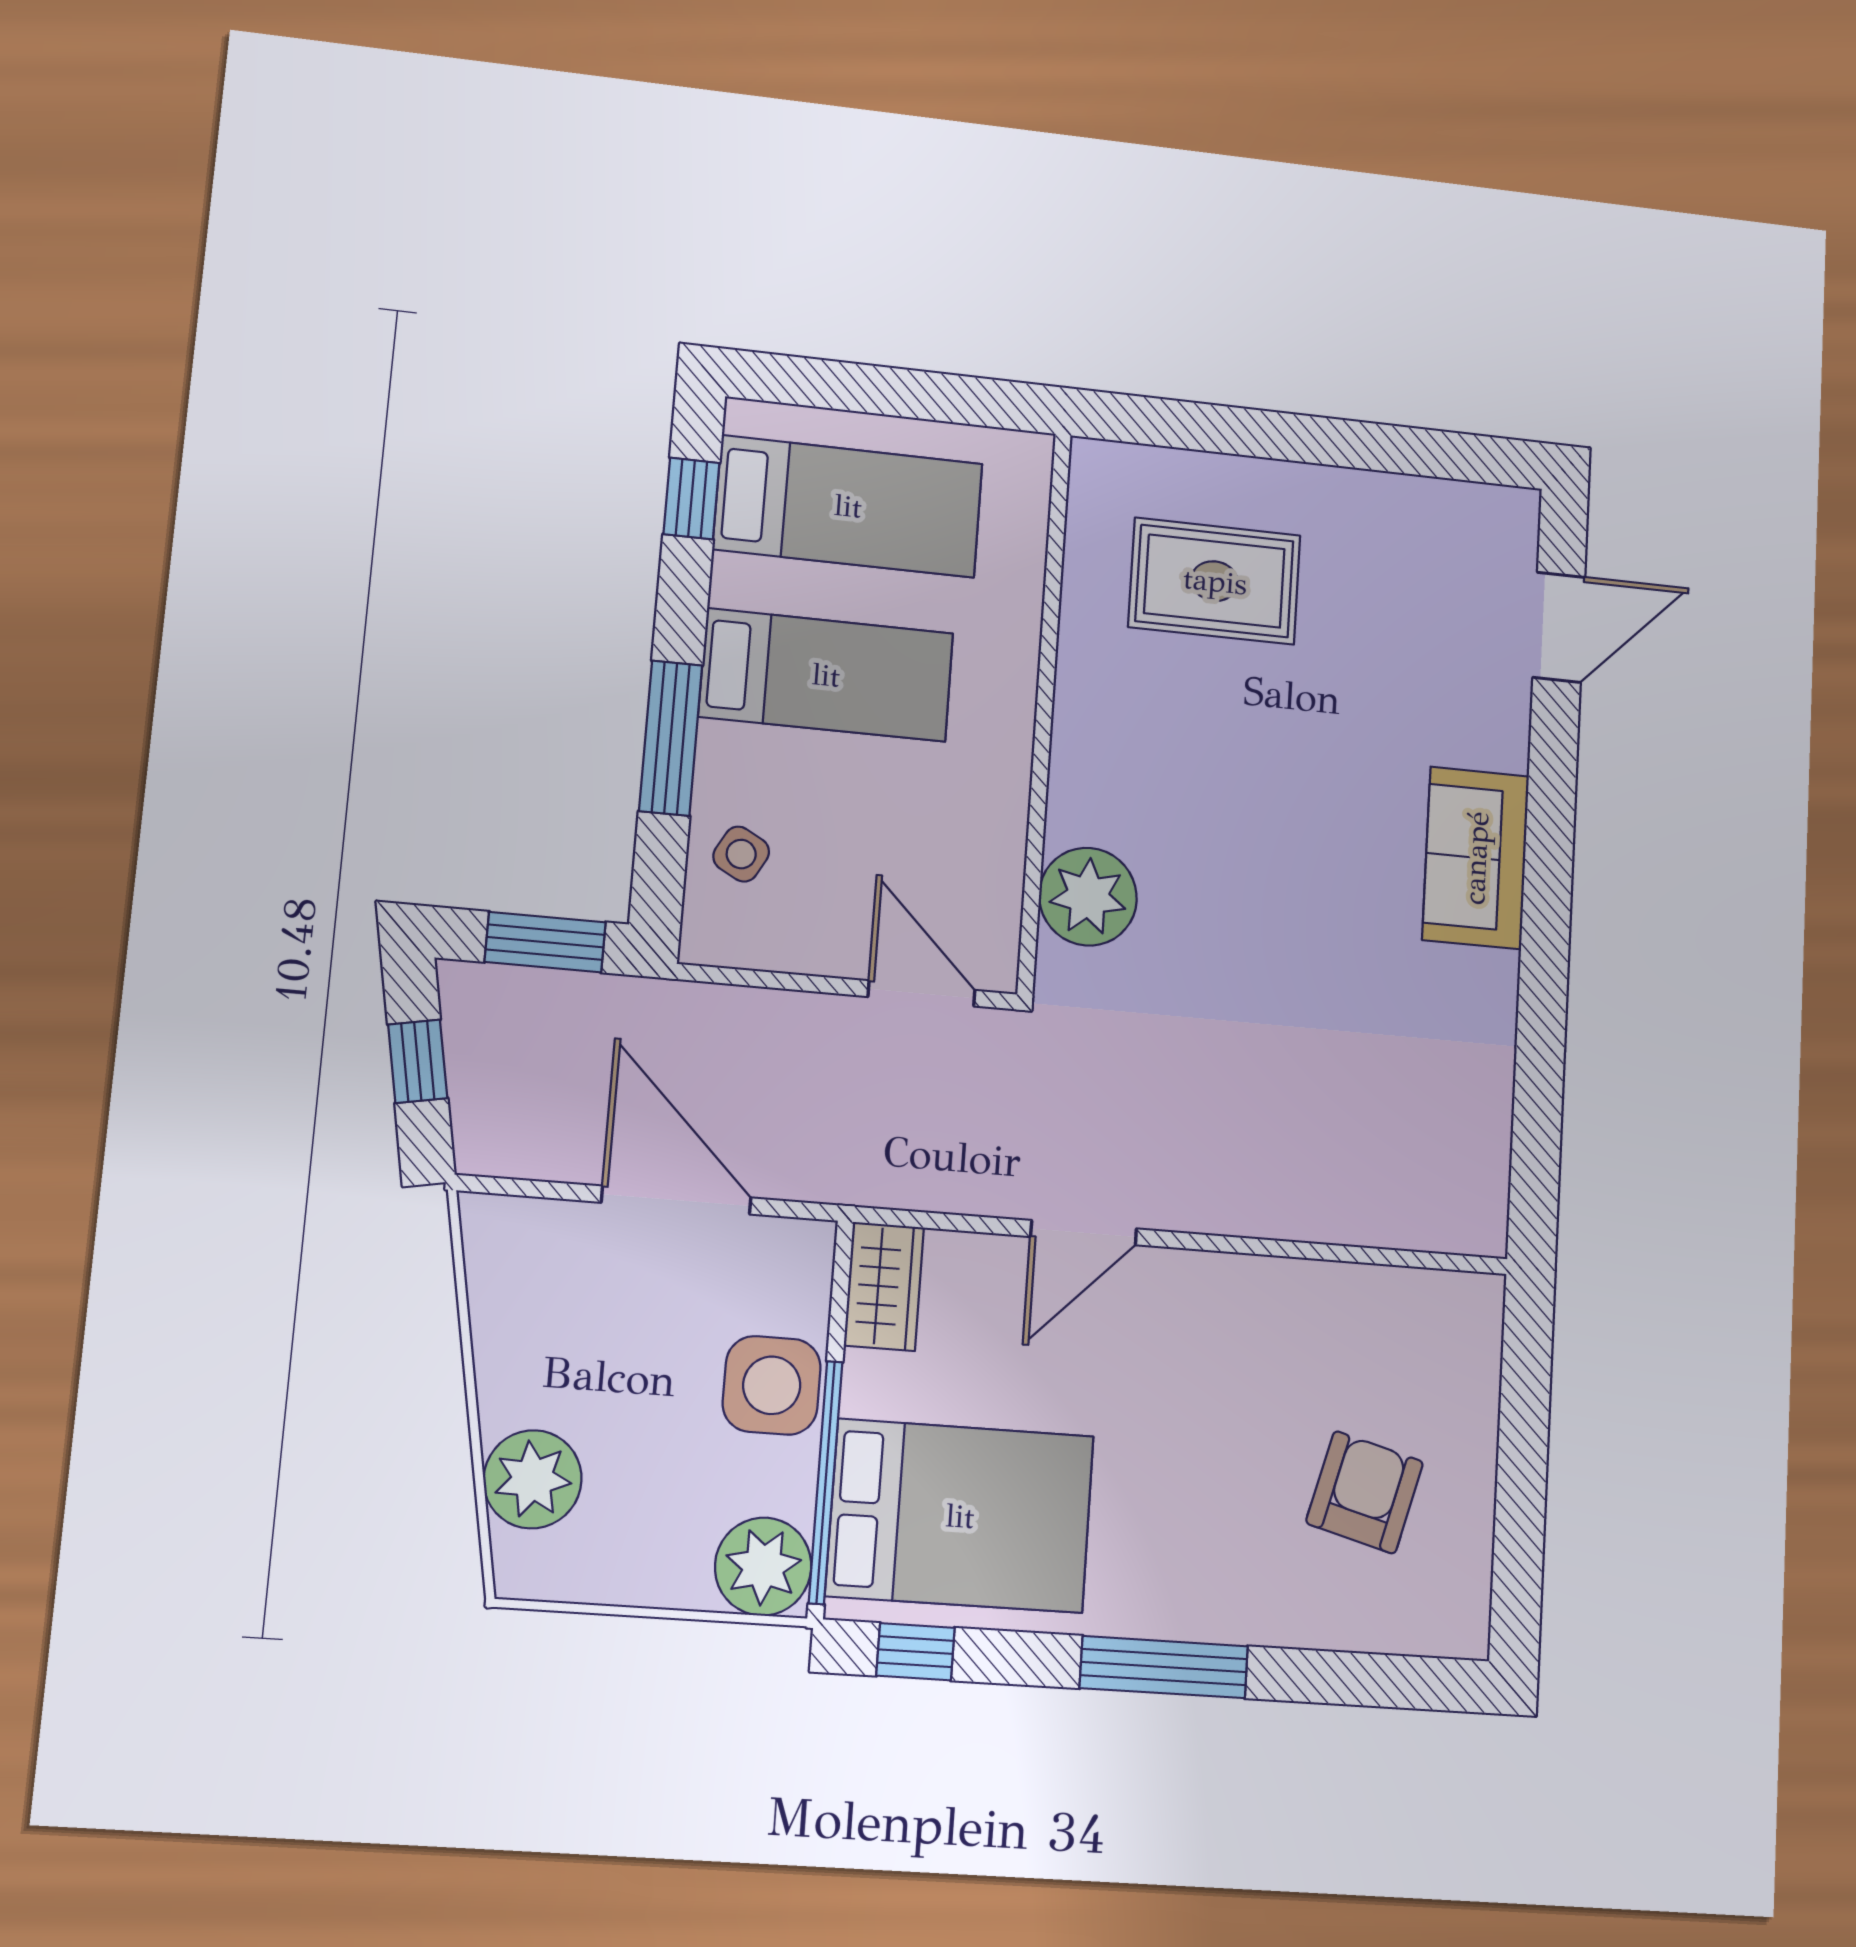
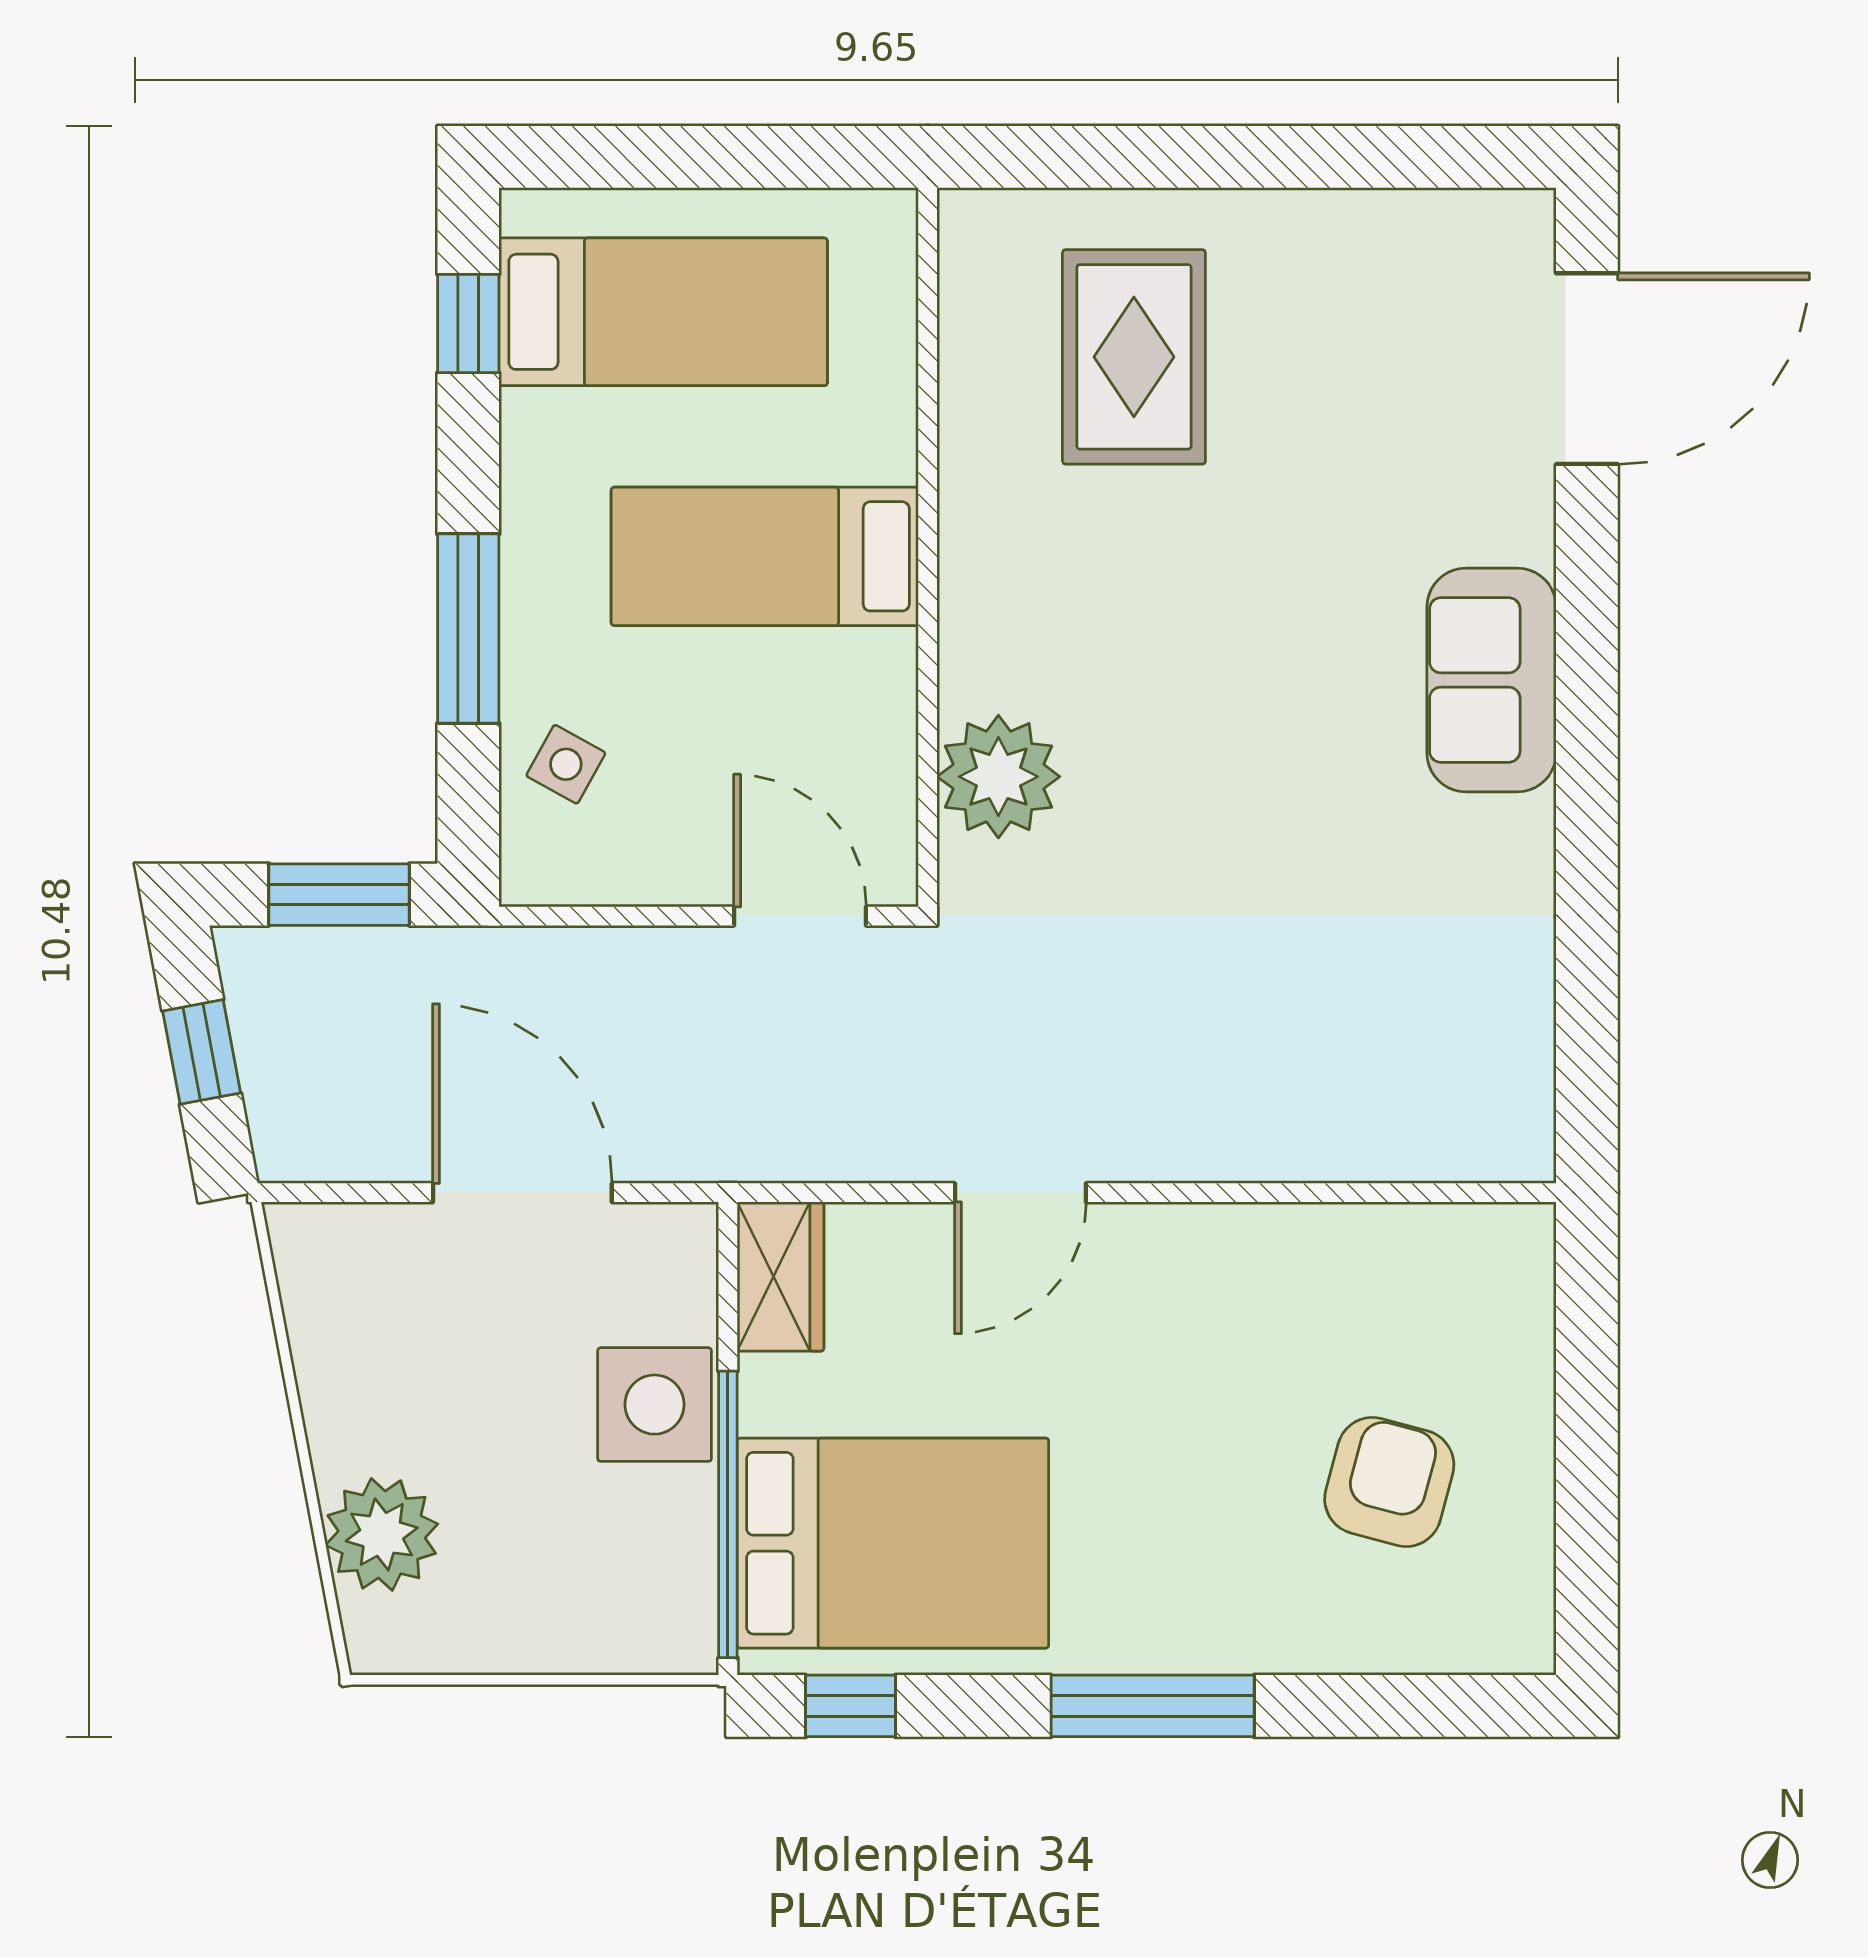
rug: (1215, 581) -> (1134, 357), turned 90
door: (1559, 627) -> (1587, 369), width x1.36
bed: (826, 675) -> (765, 556), moved, turned 180
plant: (763, 1566) -> (661, 1618), removed

